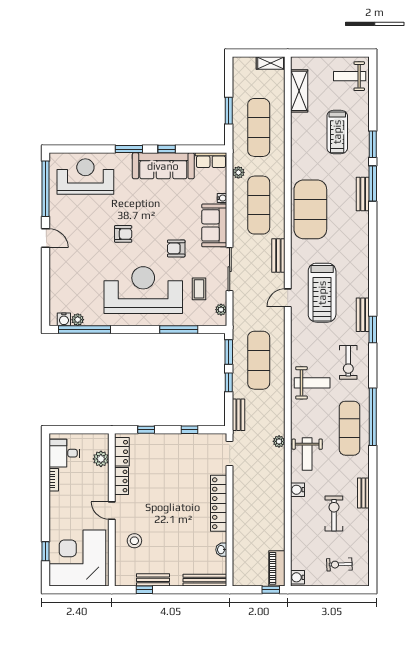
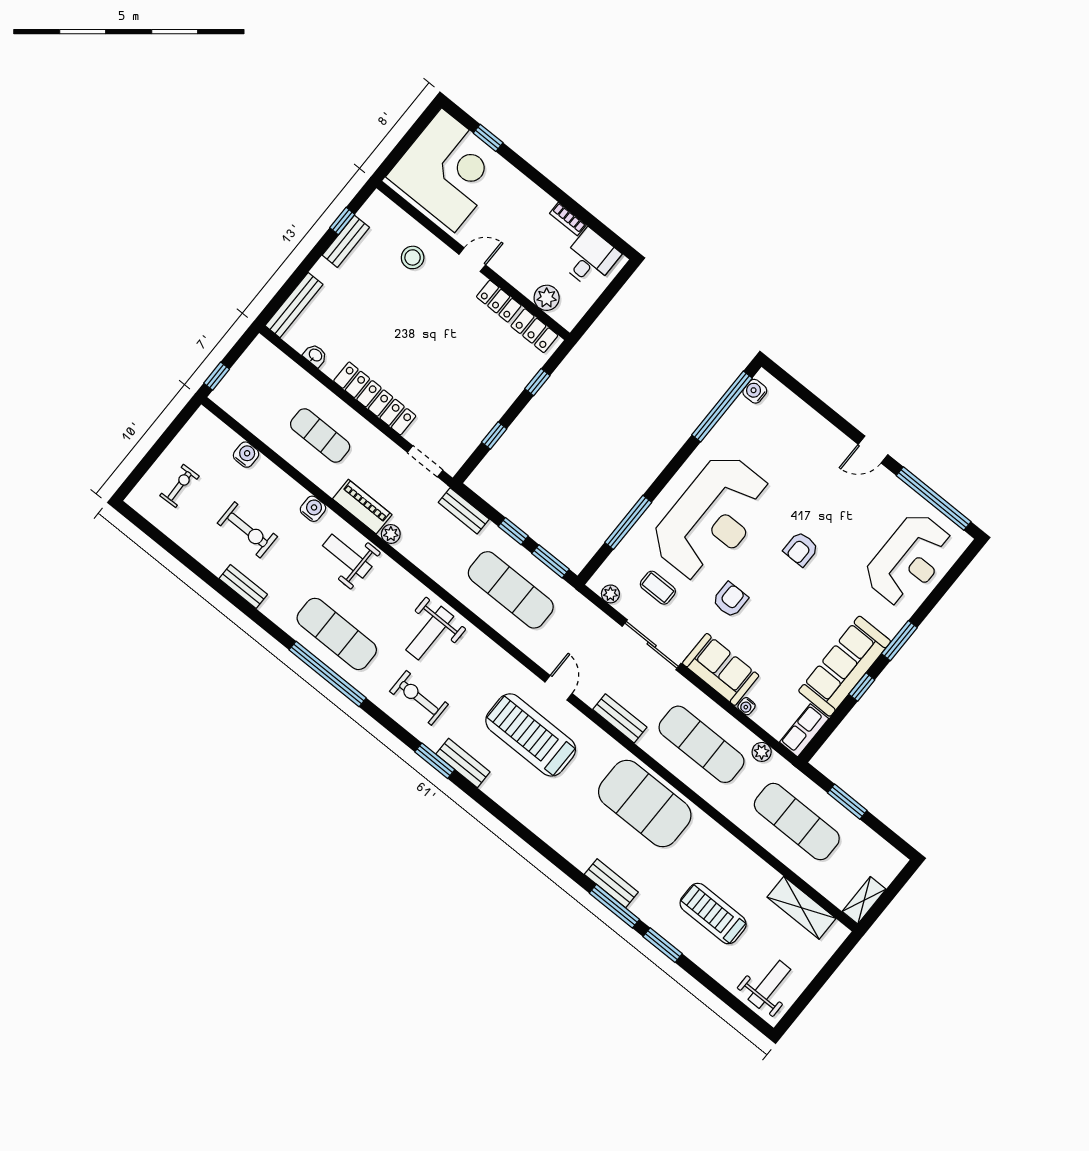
plant: (78, 320) -> (741, 408), removed
exercise mat: (259, 515) -> (320, 435), added
piano: (277, 568) -> (362, 507), moved
water cooler: (298, 577) -> (246, 455), moved

